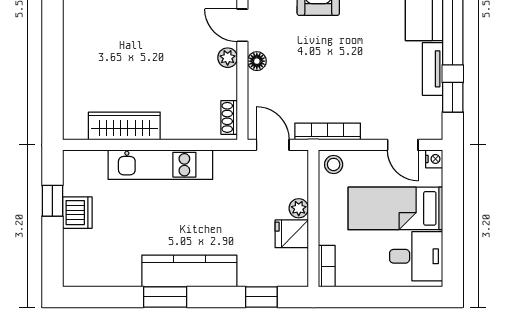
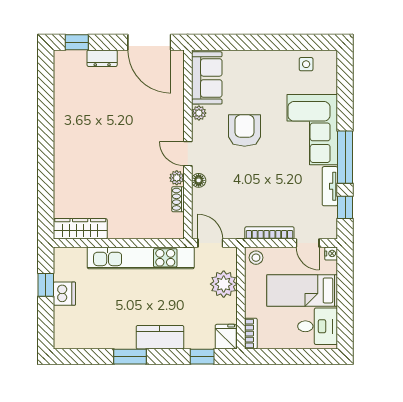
shoe rack: (229, 117) -> (178, 199), moved
wardrobe: (124, 126) -> (80, 229), moved
bookcase: (328, 131) -> (269, 233), moved
kitchen unit: (160, 165) -> (141, 258), width x1.36
plant: (299, 208) -> (224, 284), width x1.88, depth x1.88
fridge: (292, 234) -> (226, 337), moved, turned 90
kitchen counter: (189, 271) -> (160, 337), width x0.67

